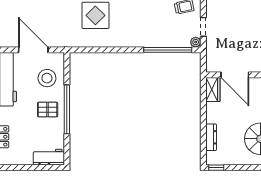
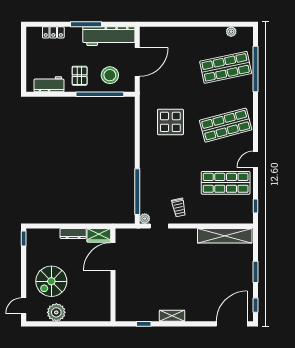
window: (67, 109) -> (100, 94), moved
dresser: (211, 137) -> (73, 233), moved
workbench: (49, 157) -> (49, 84), moved, turned -90

